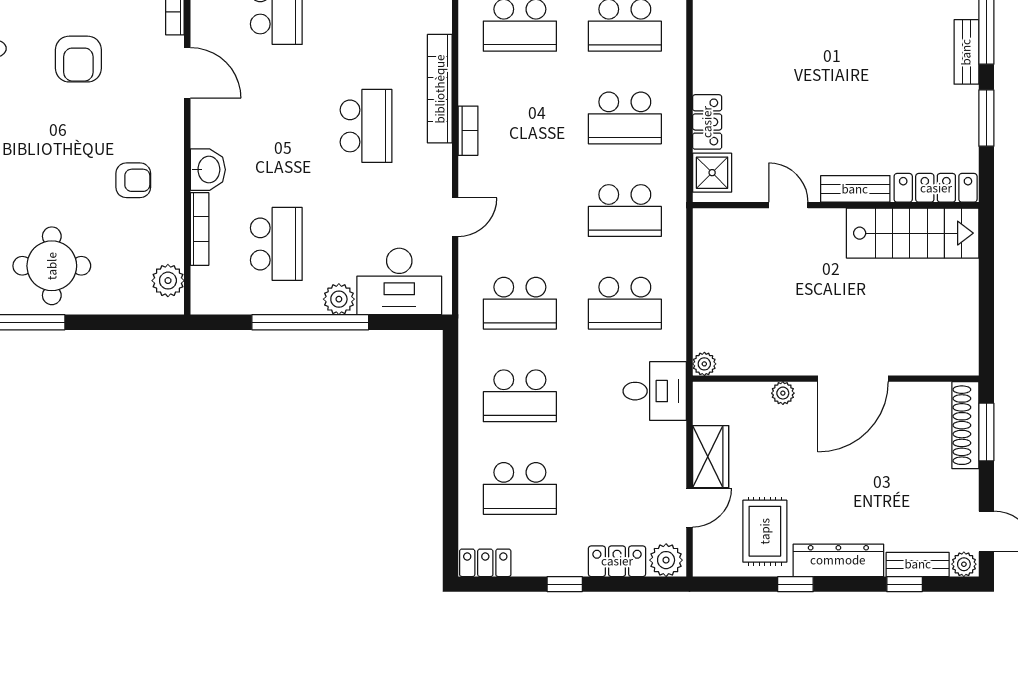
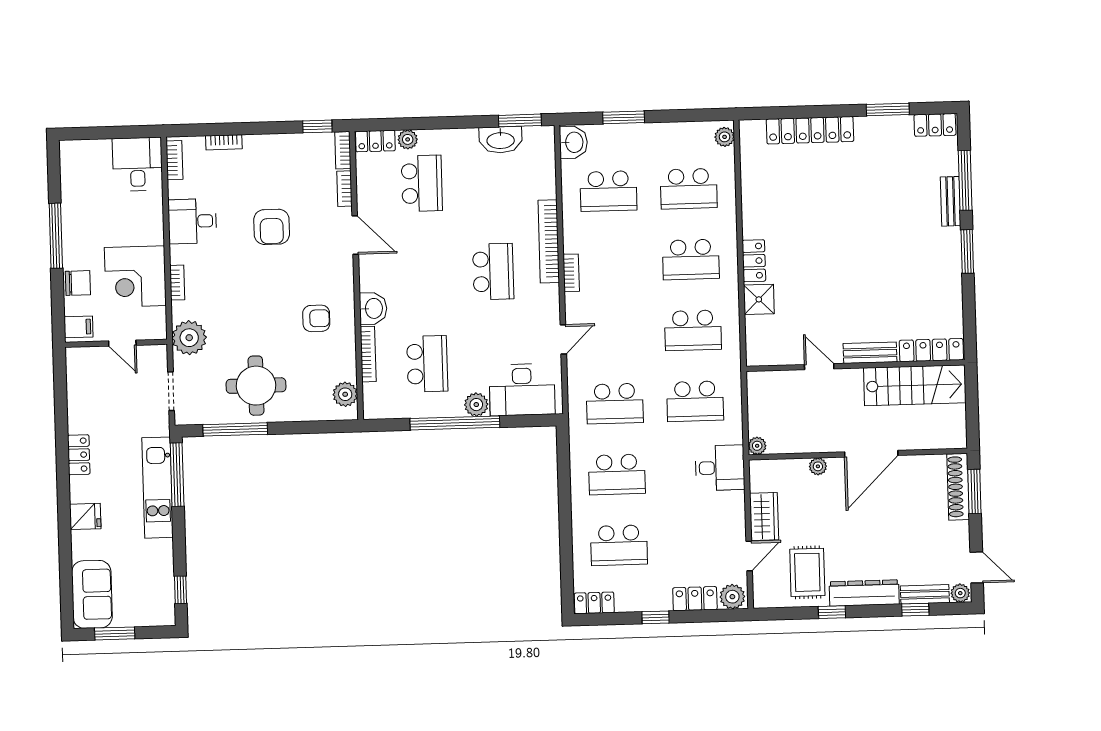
locker: (936, 188) -> (931, 350), moved
bench: (855, 189) -> (870, 353), moved
door: (788, 205) -> (819, 367), moved
wall: (836, 205) -> (855, 366), moved
stairs: (913, 233) -> (915, 385), moved

